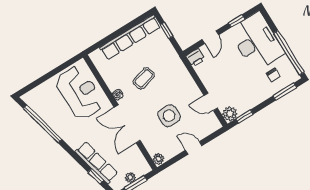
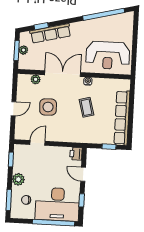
window: (289, 53) -> (54, 223), moved
plant: (230, 114) -> (18, 179), moved
plant: (159, 159) -> (36, 79), moved

